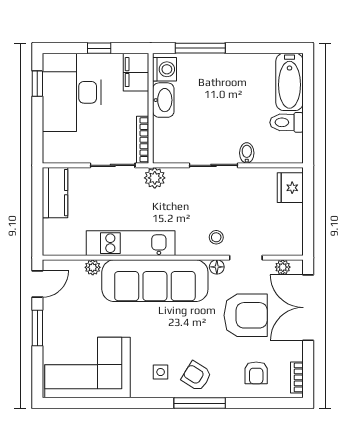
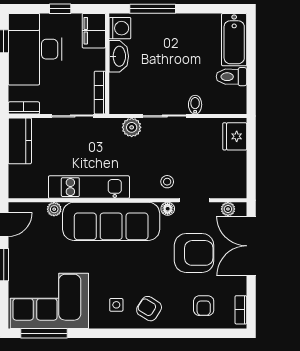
bookcase: (60, 157) -> (24, 108), added
plant: (155, 178) -> (132, 127), moved
window: (200, 403) -> (44, 333), moved

